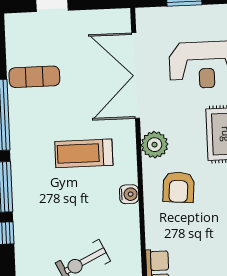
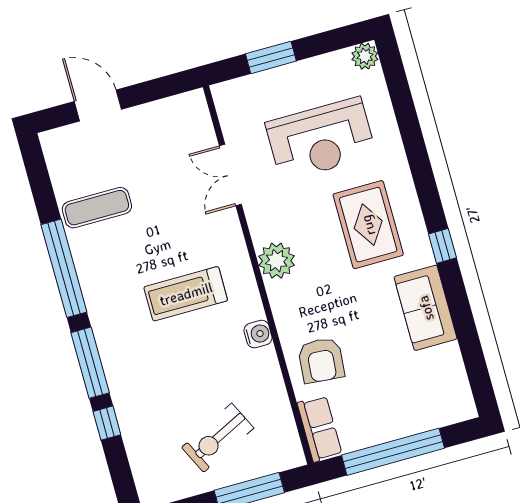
double door: (136, 75) -> (230, 175), width x0.54
armchair: (179, 187) -> (321, 360), moved

